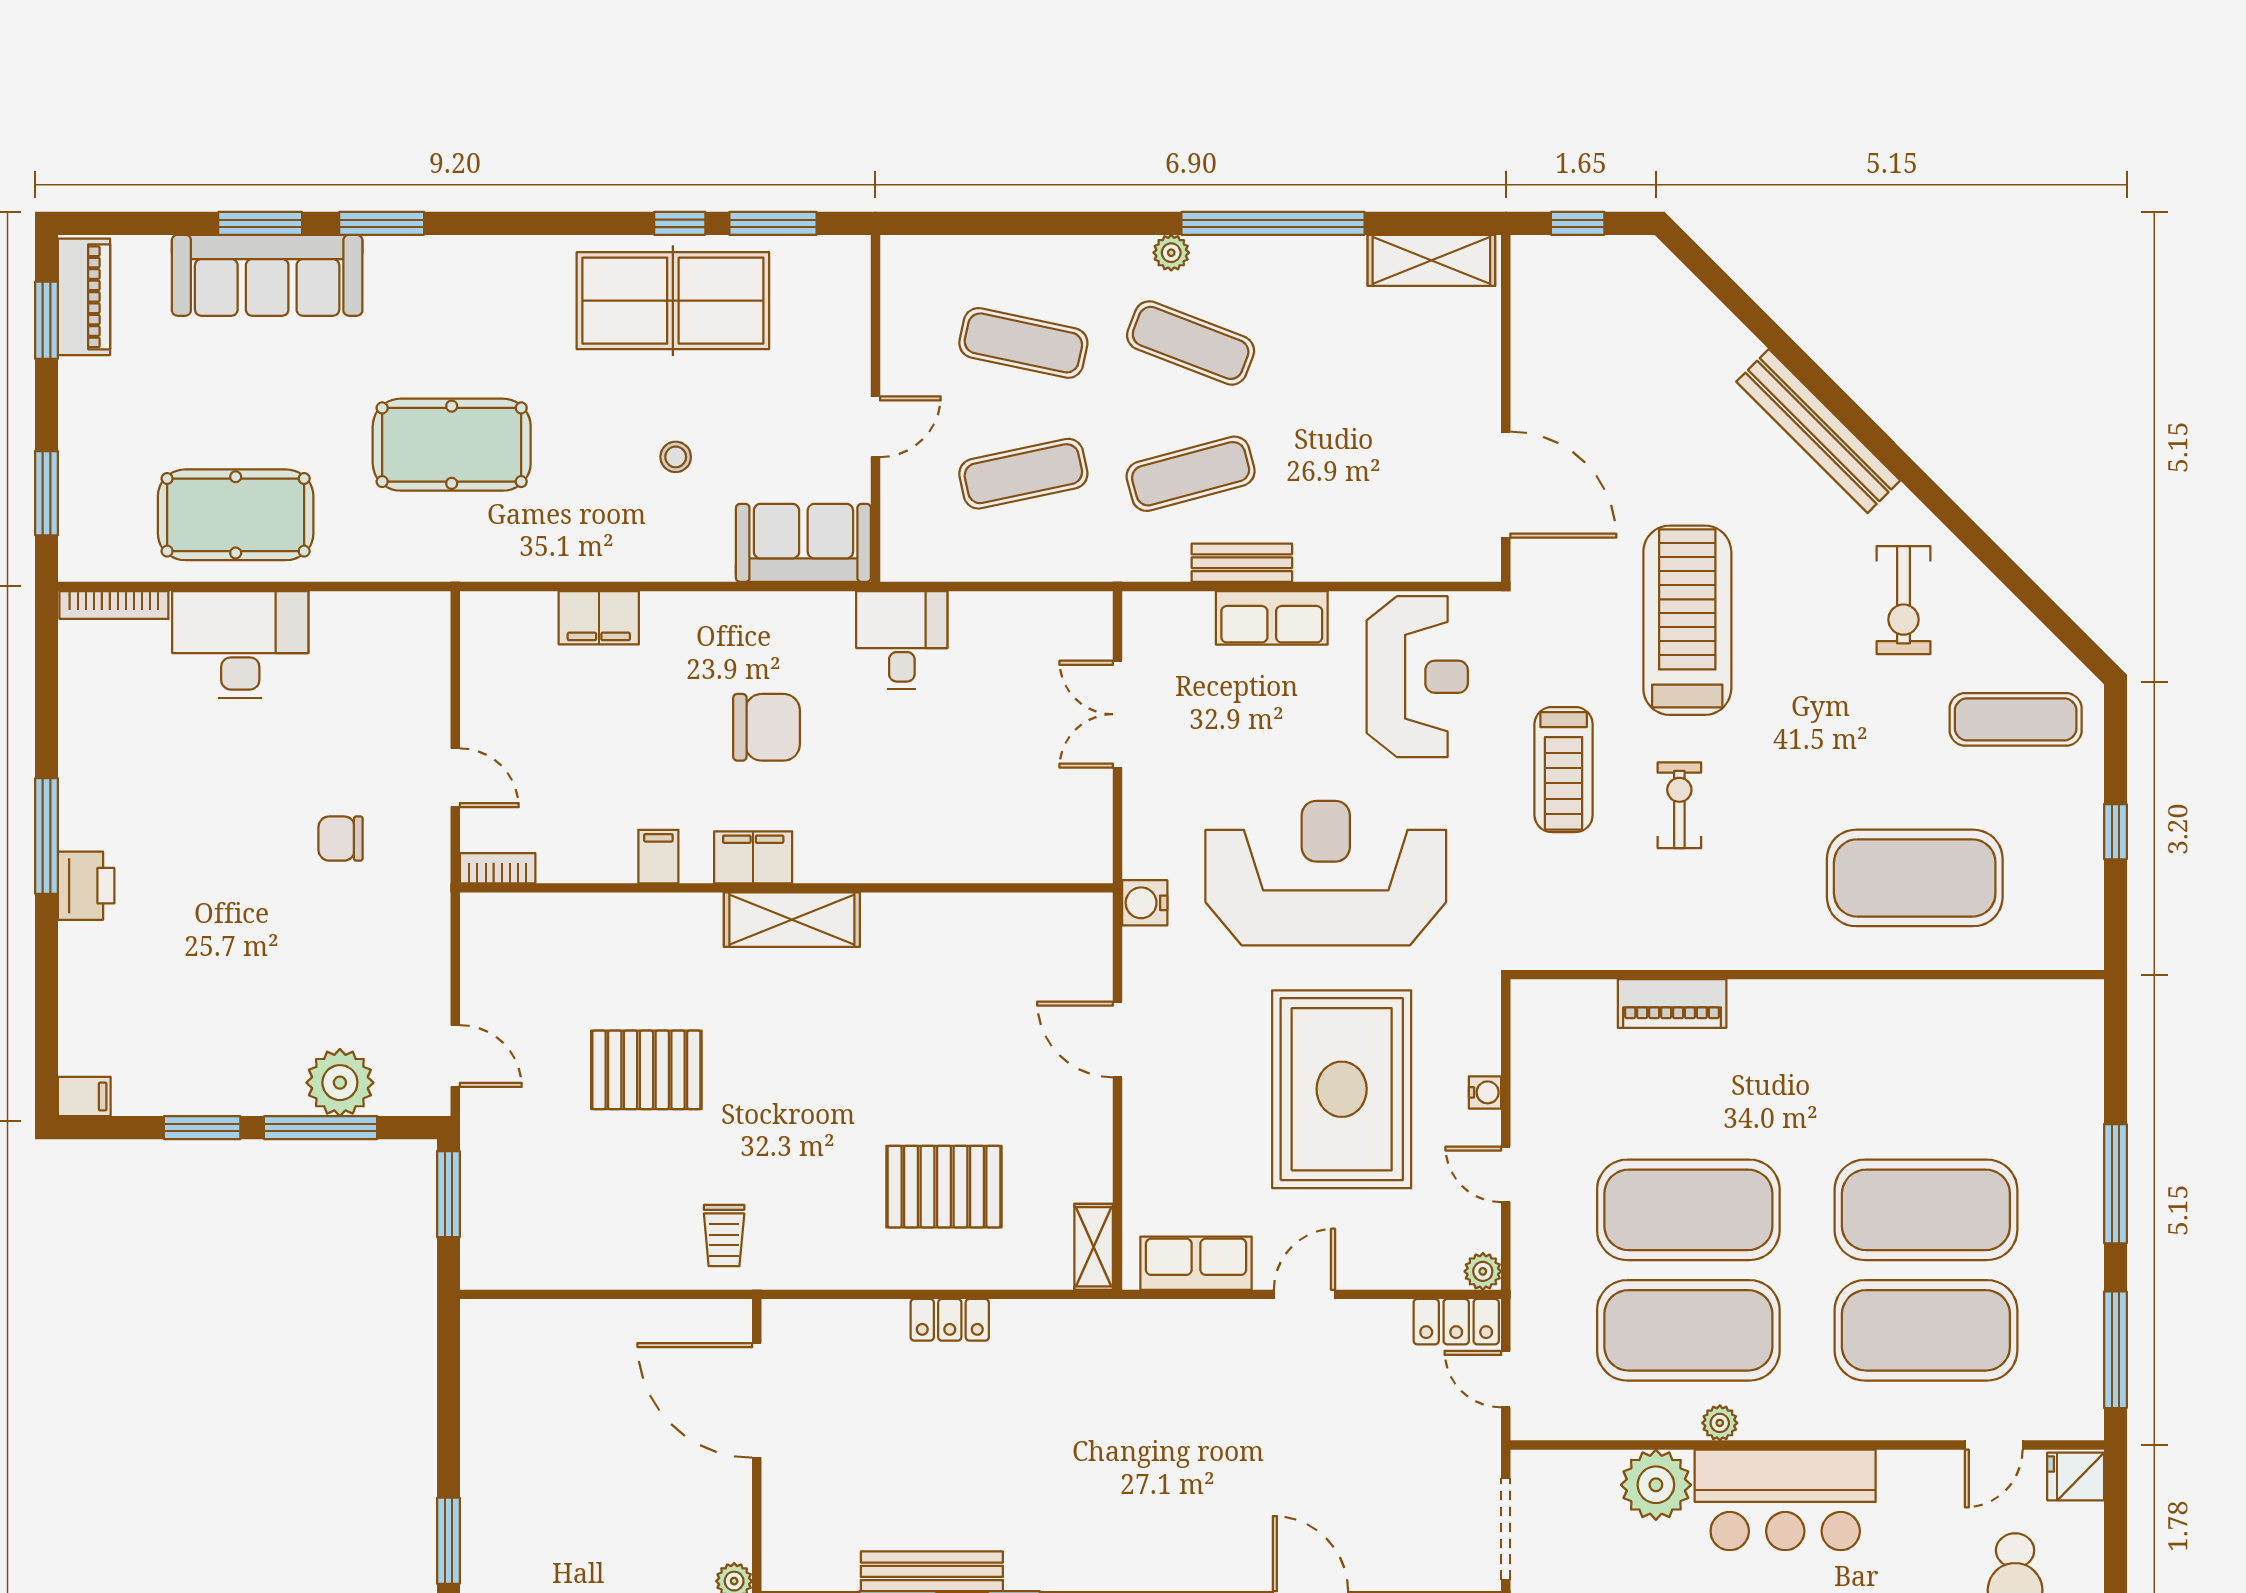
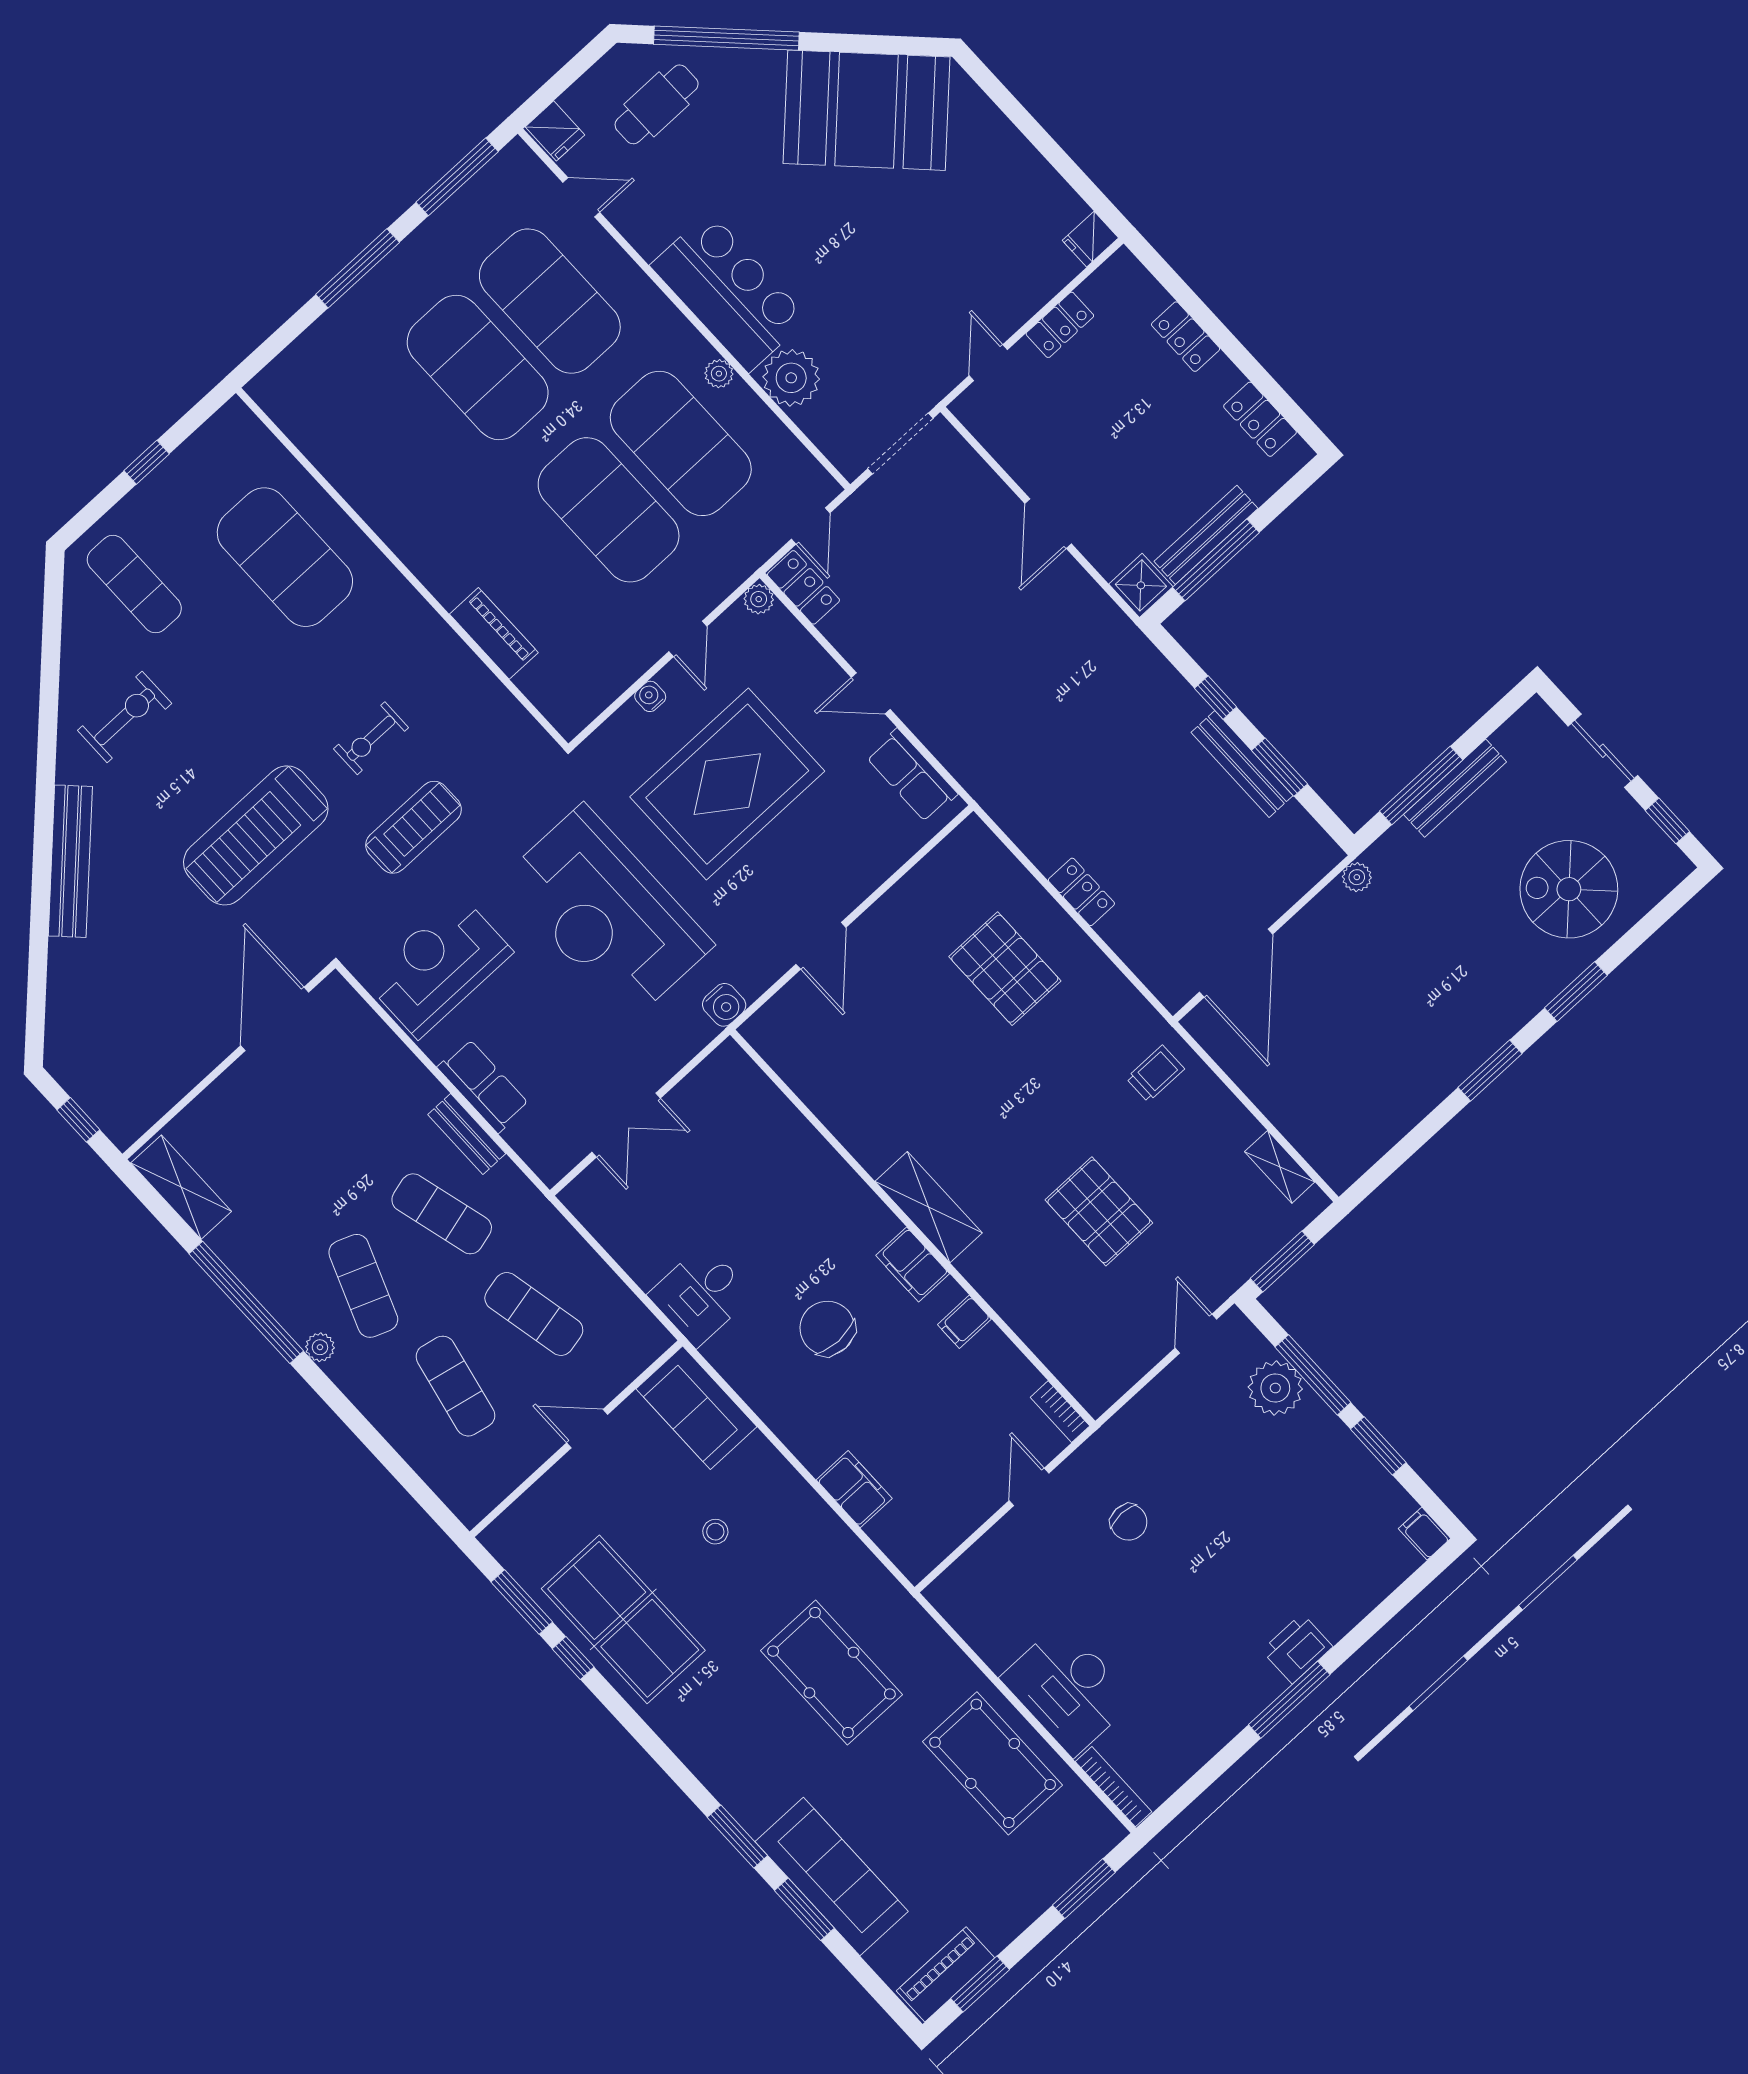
shelving: (1094, 1247) -> (1280, 1167), moved, turned 90

